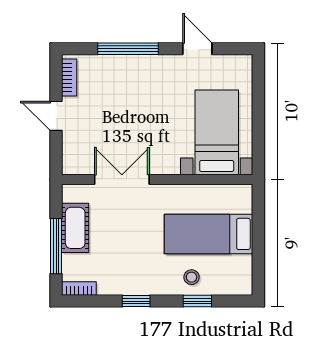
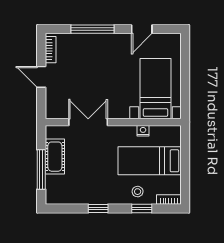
door: (197, 49) -> (142, 29), swing flipped
nightstand: (199, 192) -> (143, 131), added
bookcase: (79, 289) -> (169, 200), moved

